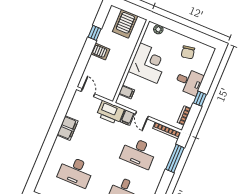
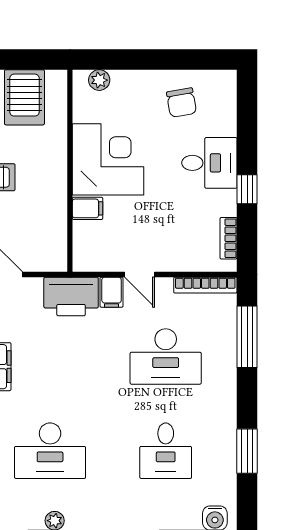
filing cabinet: (127, 92) -> (87, 208), moved

